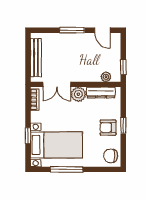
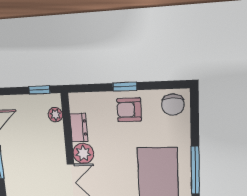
dresser: (101, 92) -> (79, 128), width x0.70
armchair: (108, 128) -> (129, 110), turned 90

